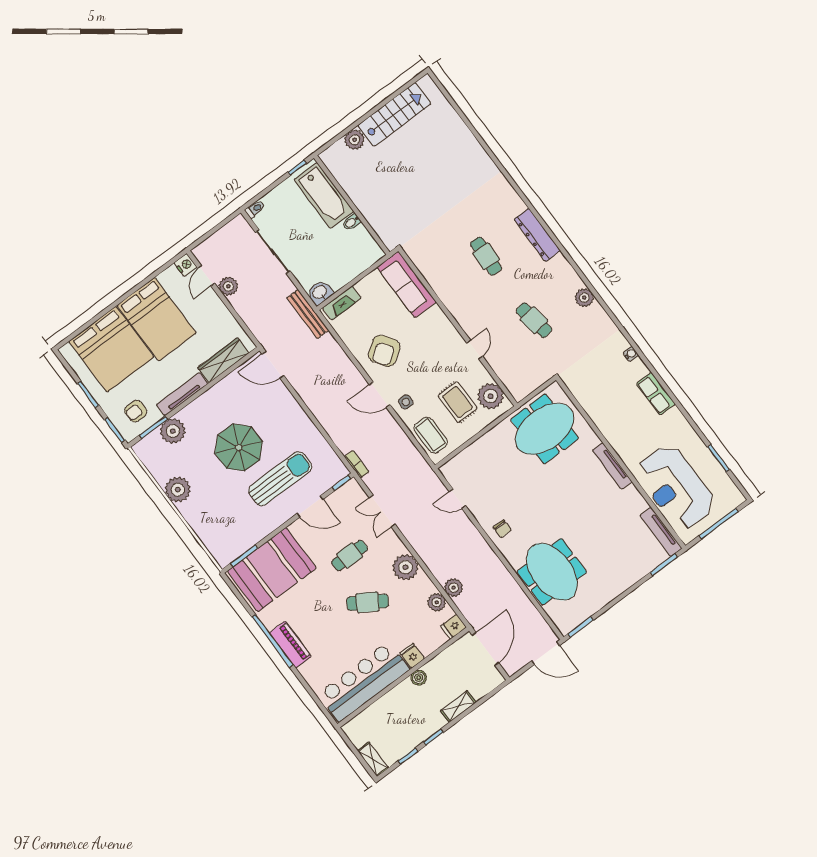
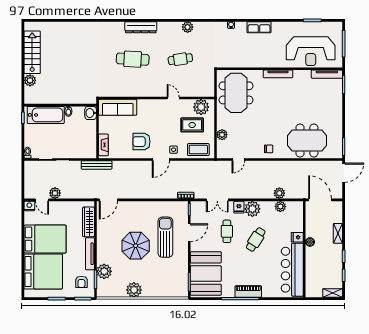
cafe table: (486, 256) -> (133, 59), width x1.37, depth x1.35
washbasin: (320, 293) -> (91, 113), moved
armchair: (384, 351) -> (141, 142), turned 124
plant: (474, 452) -> (222, 135), added
fridge: (454, 627) -> (239, 207), moved

